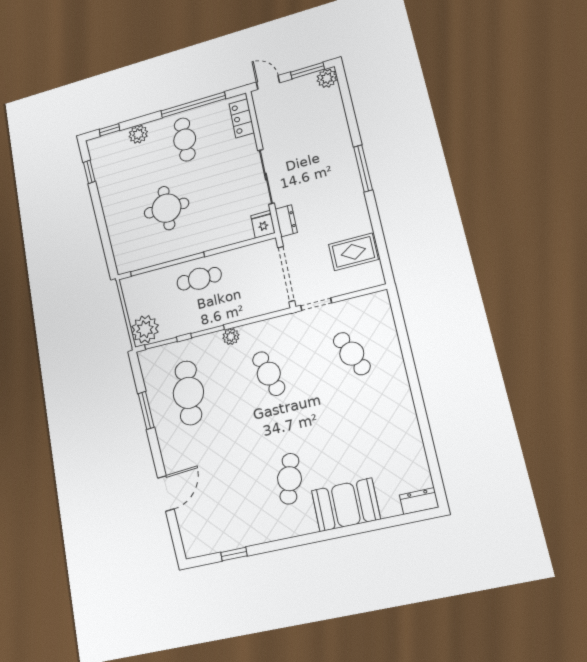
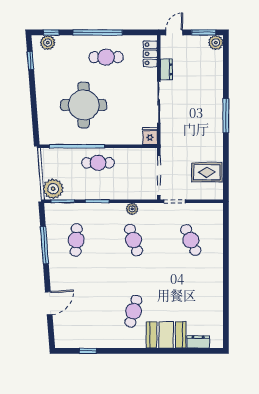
door: (268, 82) -> (174, 32), hinge flipped
window: (193, 105) -> (98, 32), moved
plant: (138, 134) -> (48, 43), moved
cafe table: (185, 139) -> (106, 57), turned 90
round table: (166, 208) -> (84, 105), width x1.36, depth x1.36
dresser: (286, 221) -> (166, 69), moved
plant: (231, 337) -> (132, 209), moved
cafe table: (188, 393) -> (76, 240), width x0.73, depth x0.74
window: (146, 410) -> (44, 245), width x1.44
dresser: (419, 501) -> (198, 342), moved

